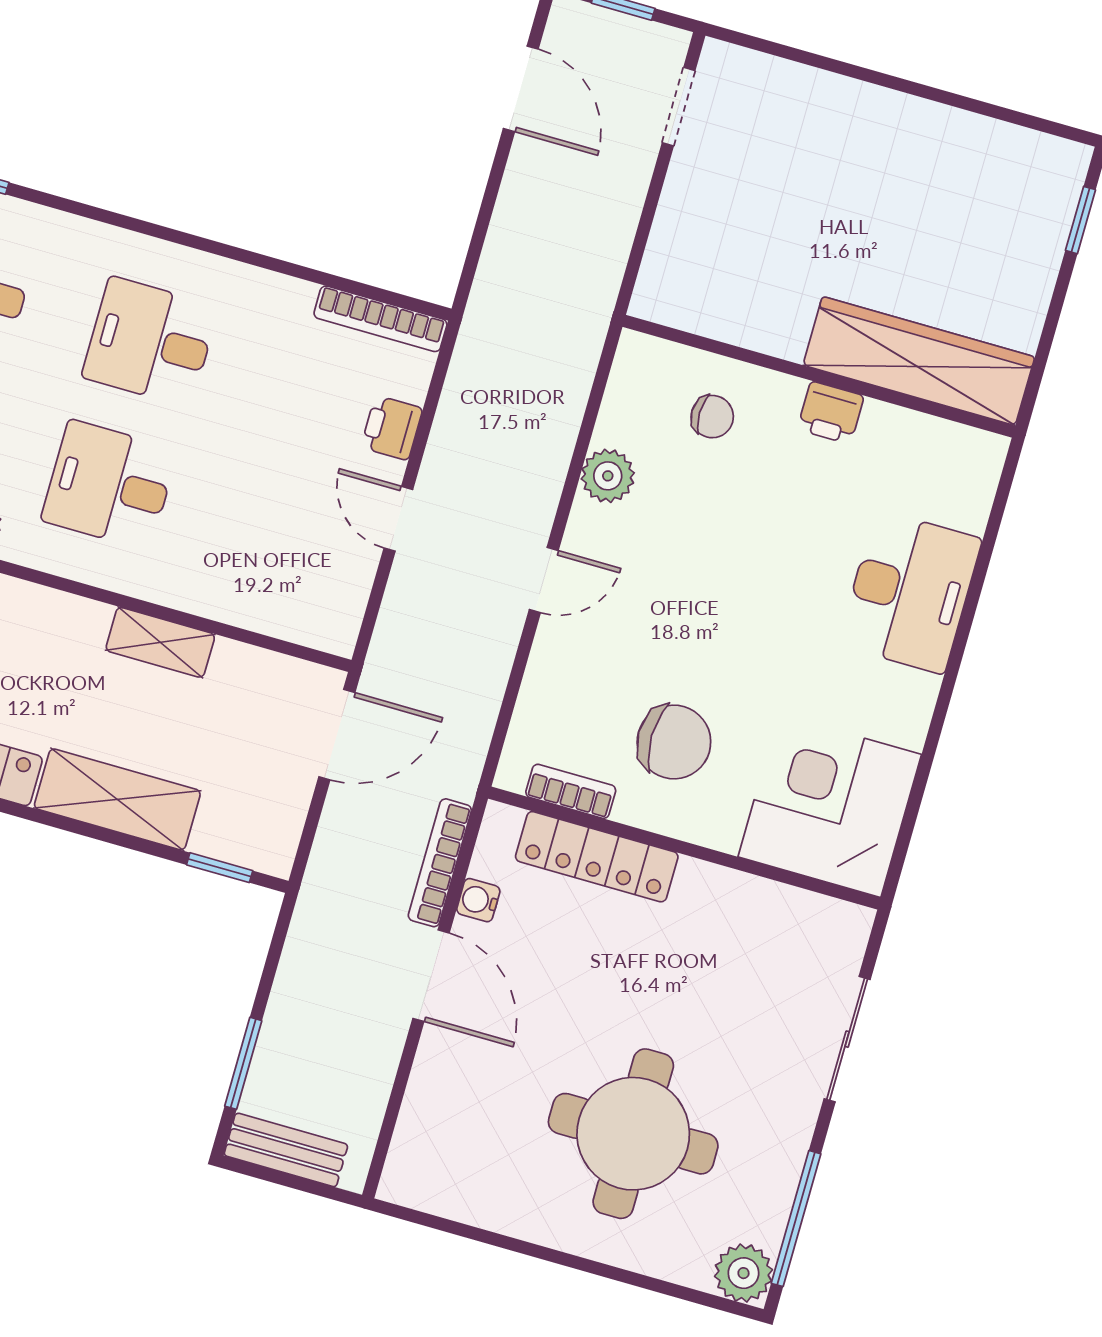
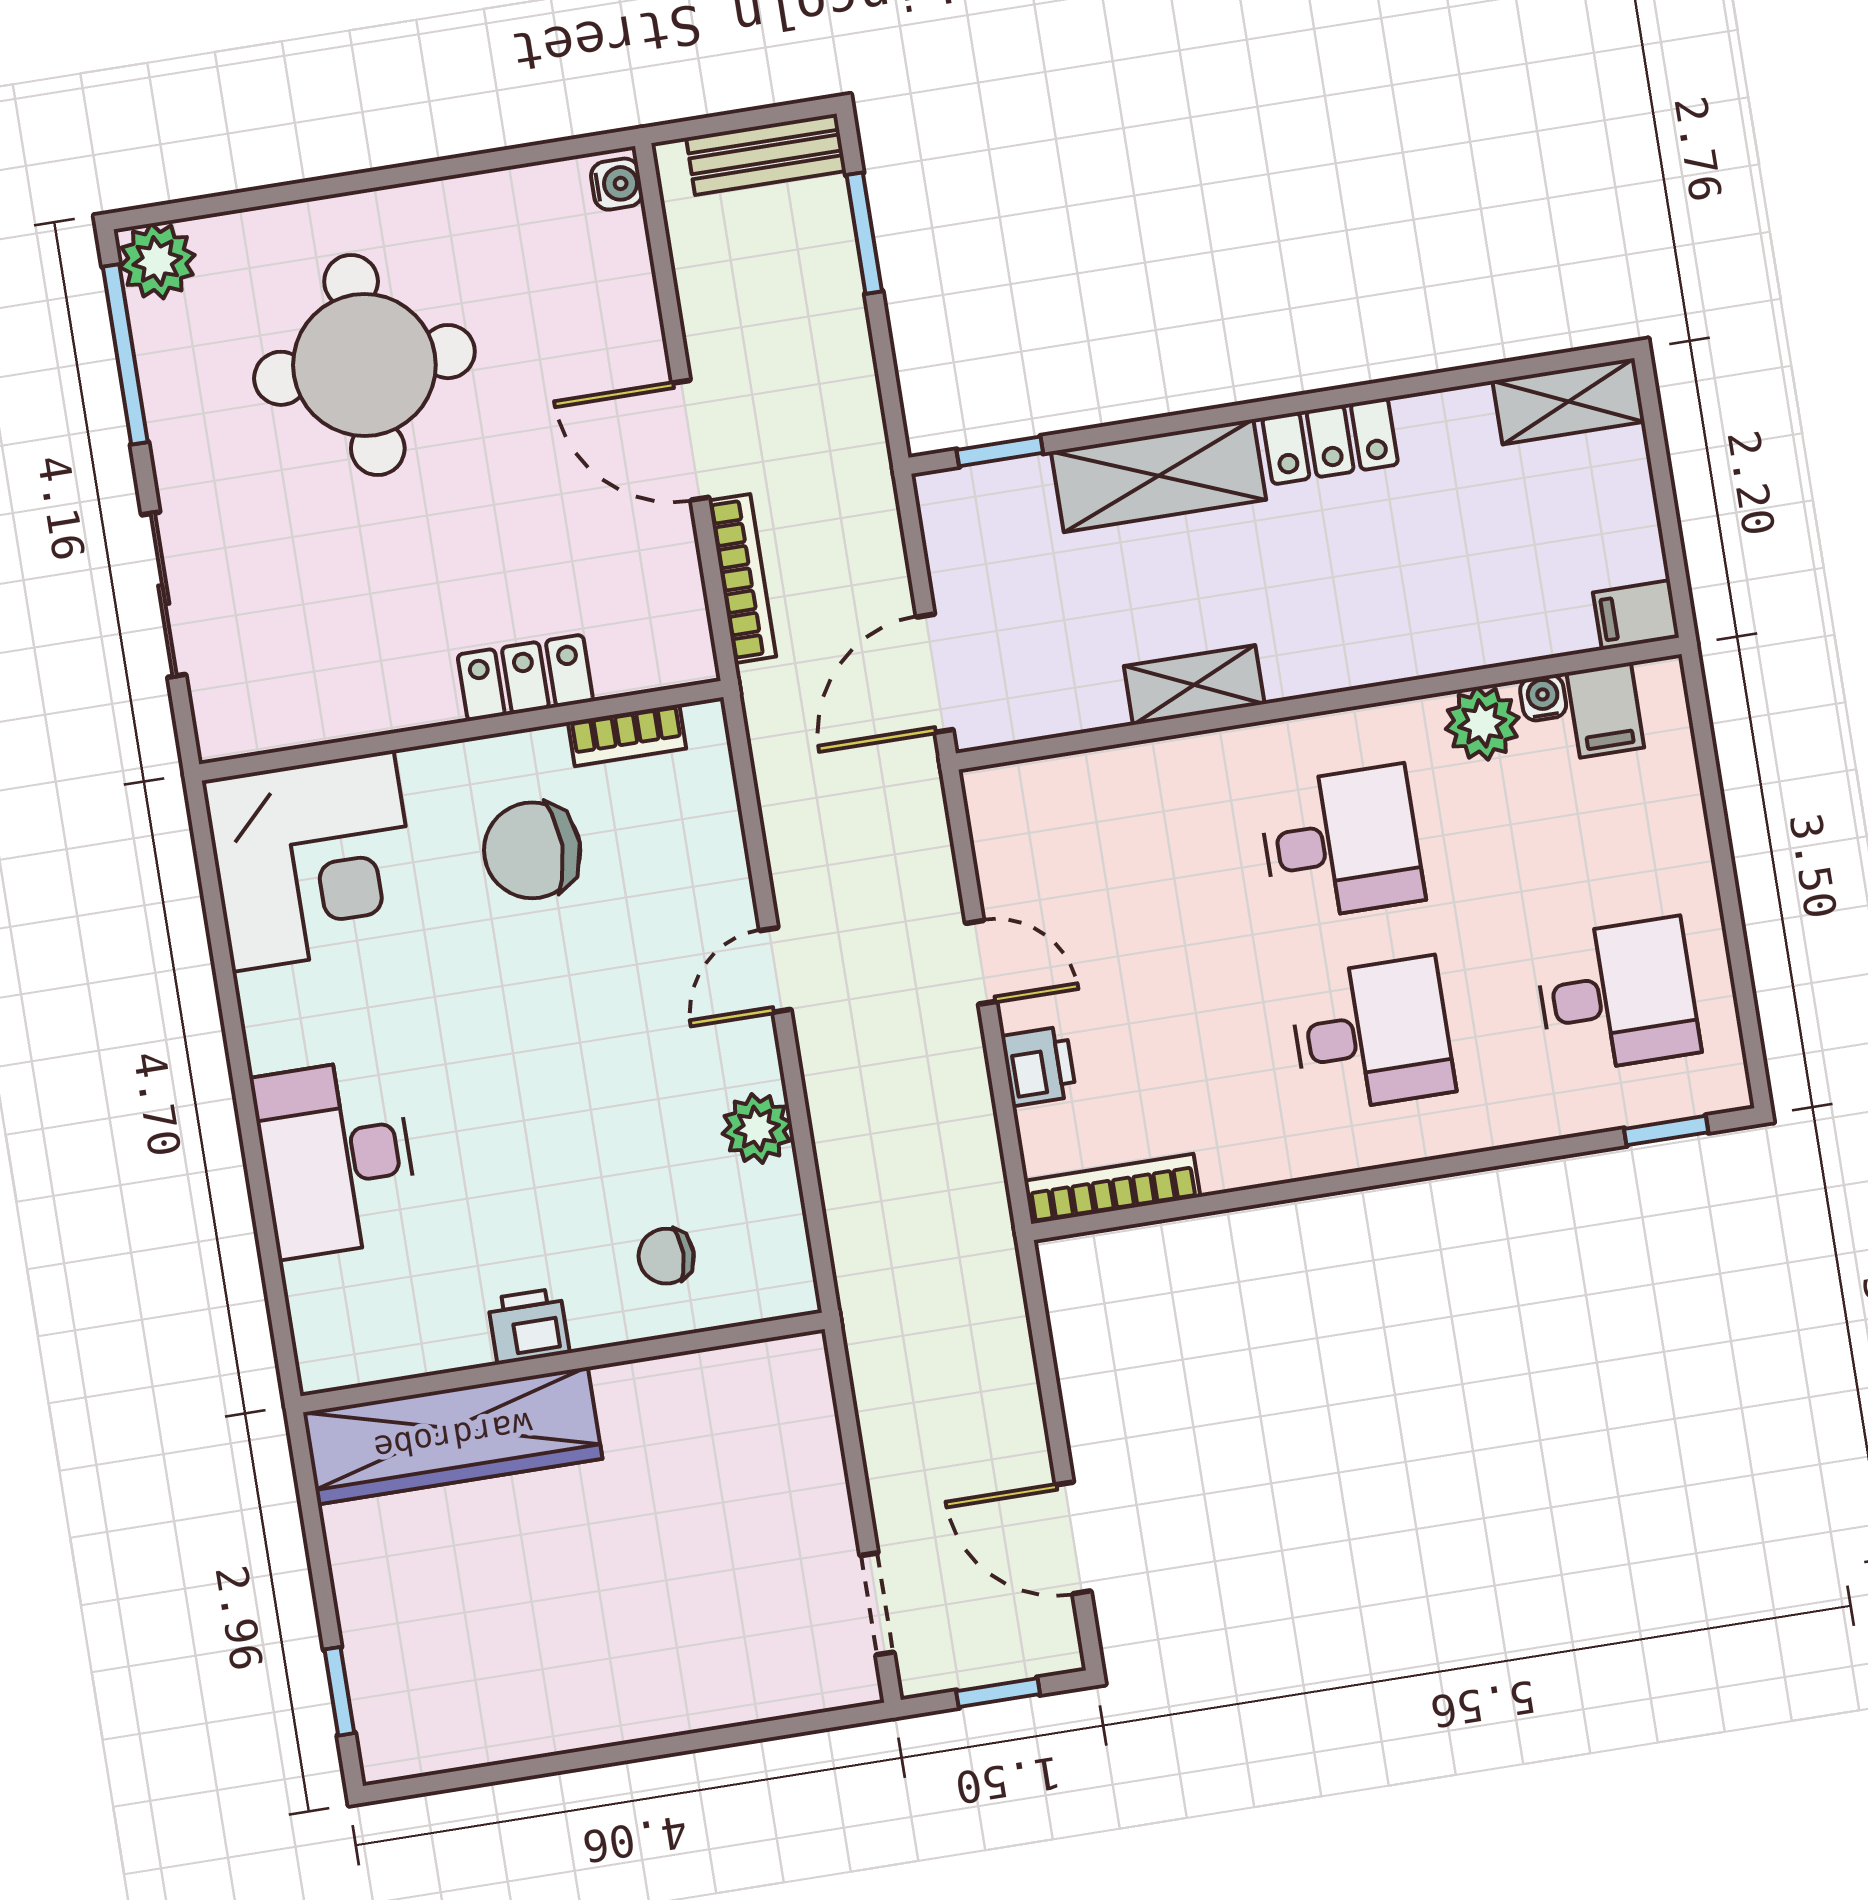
locker: (597, 857) -> (525, 678), width x0.66
water cooler: (478, 900) -> (617, 184), moved

